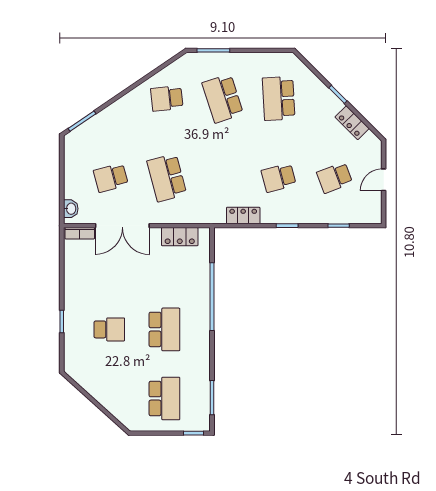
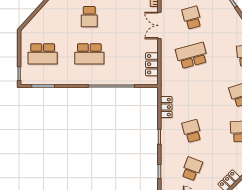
school desk: (335, 178) -> (192, 169), turned 42
double door: (122, 226) -> (159, 25), width x0.73

